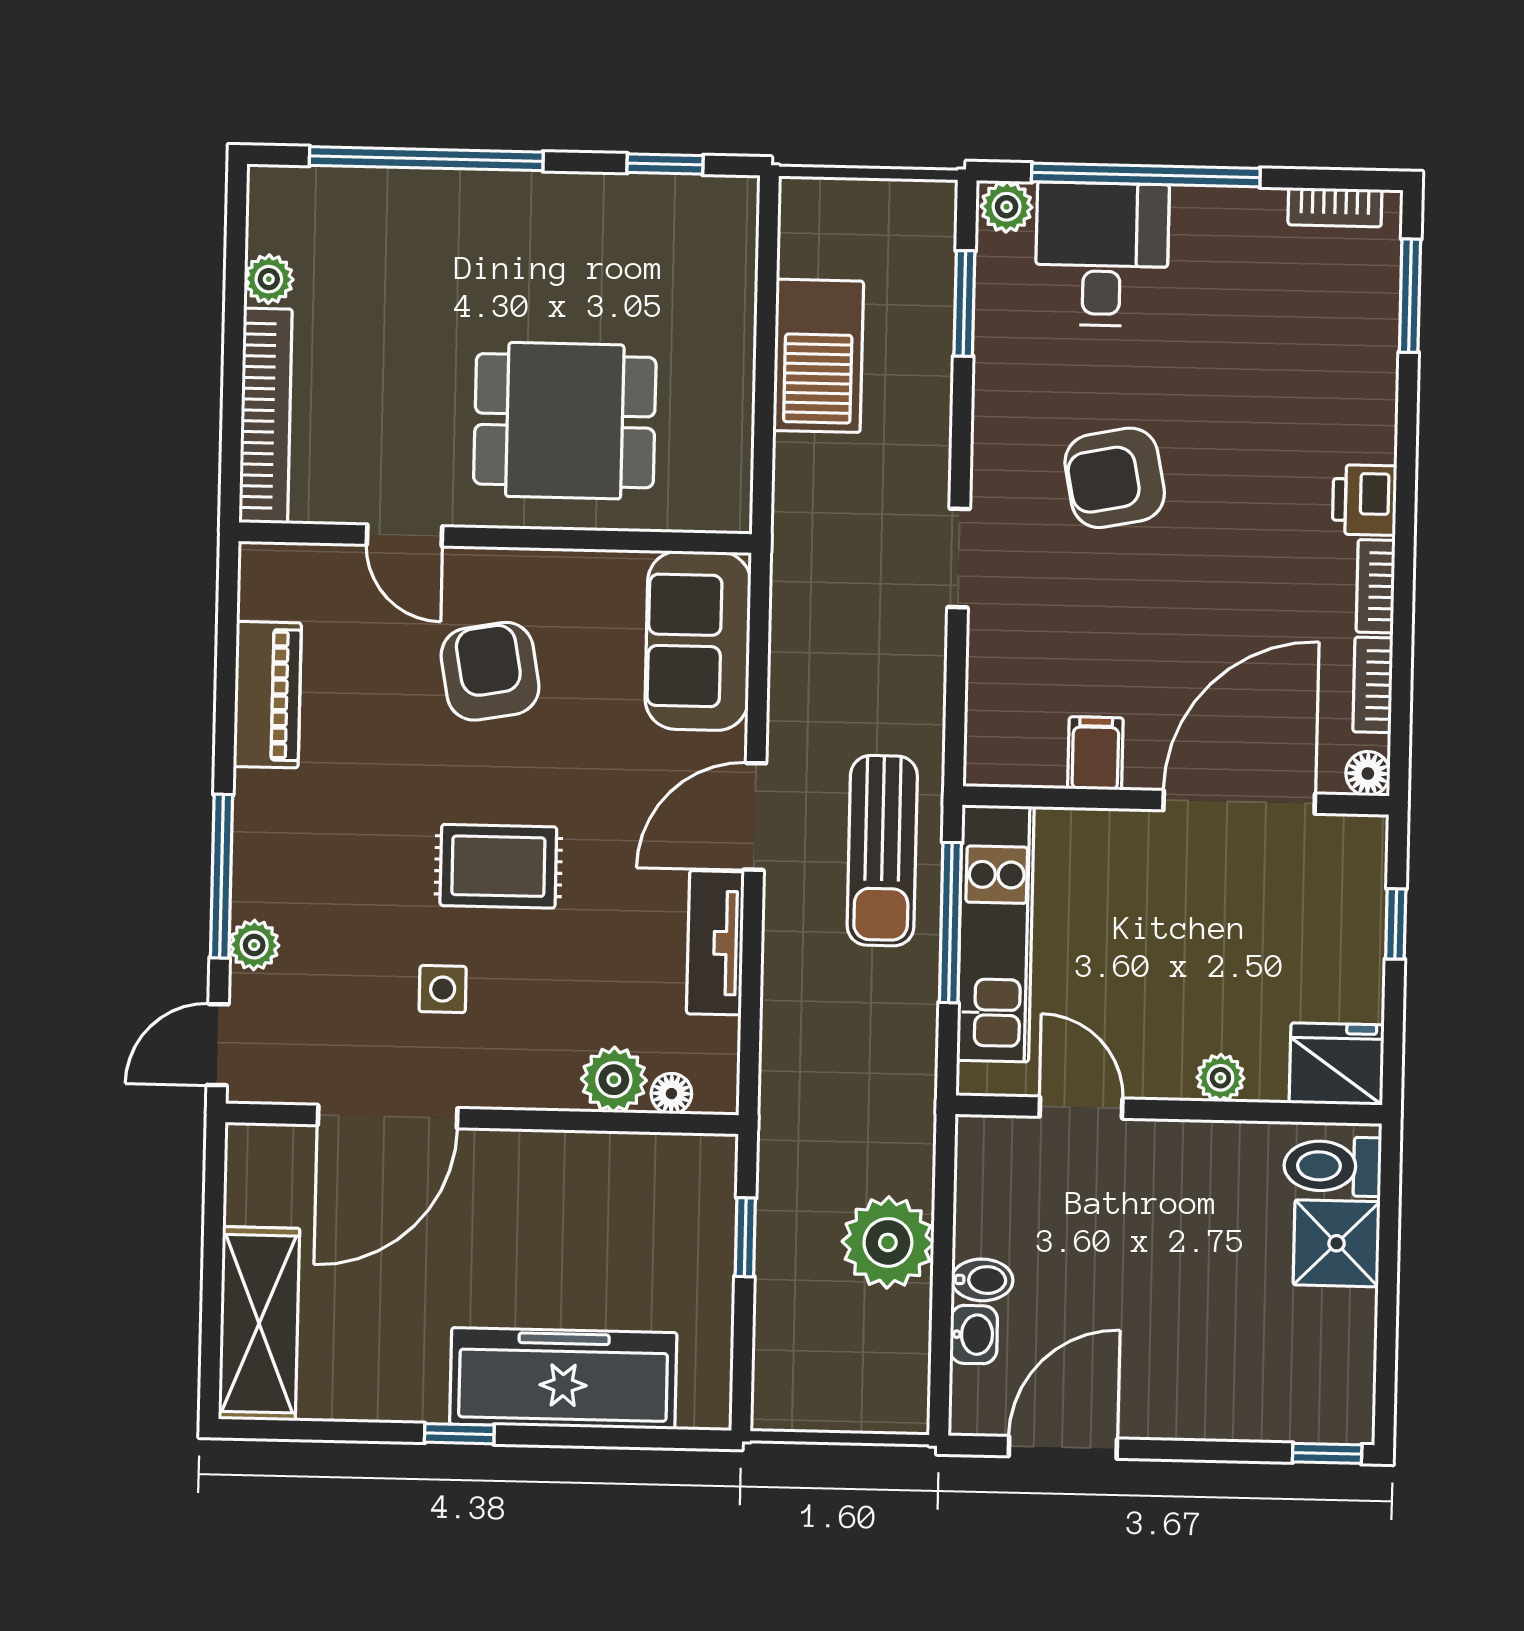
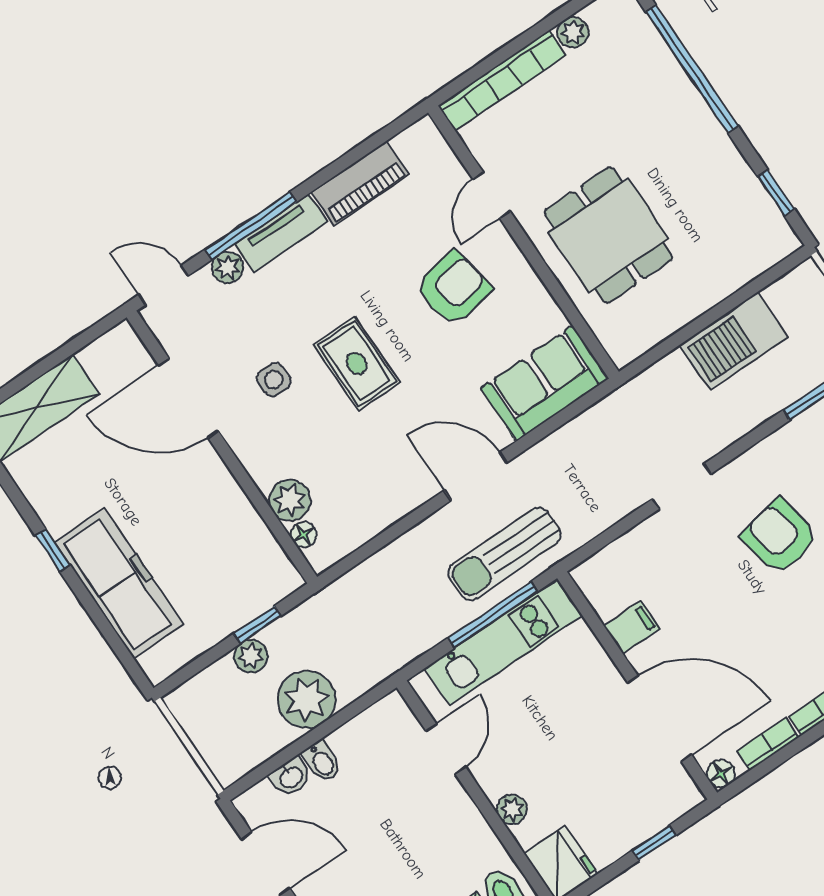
tv unit: (715, 943) -> (281, 233), moved, turned 180
plant: (780, 1275) -> (251, 656), added

